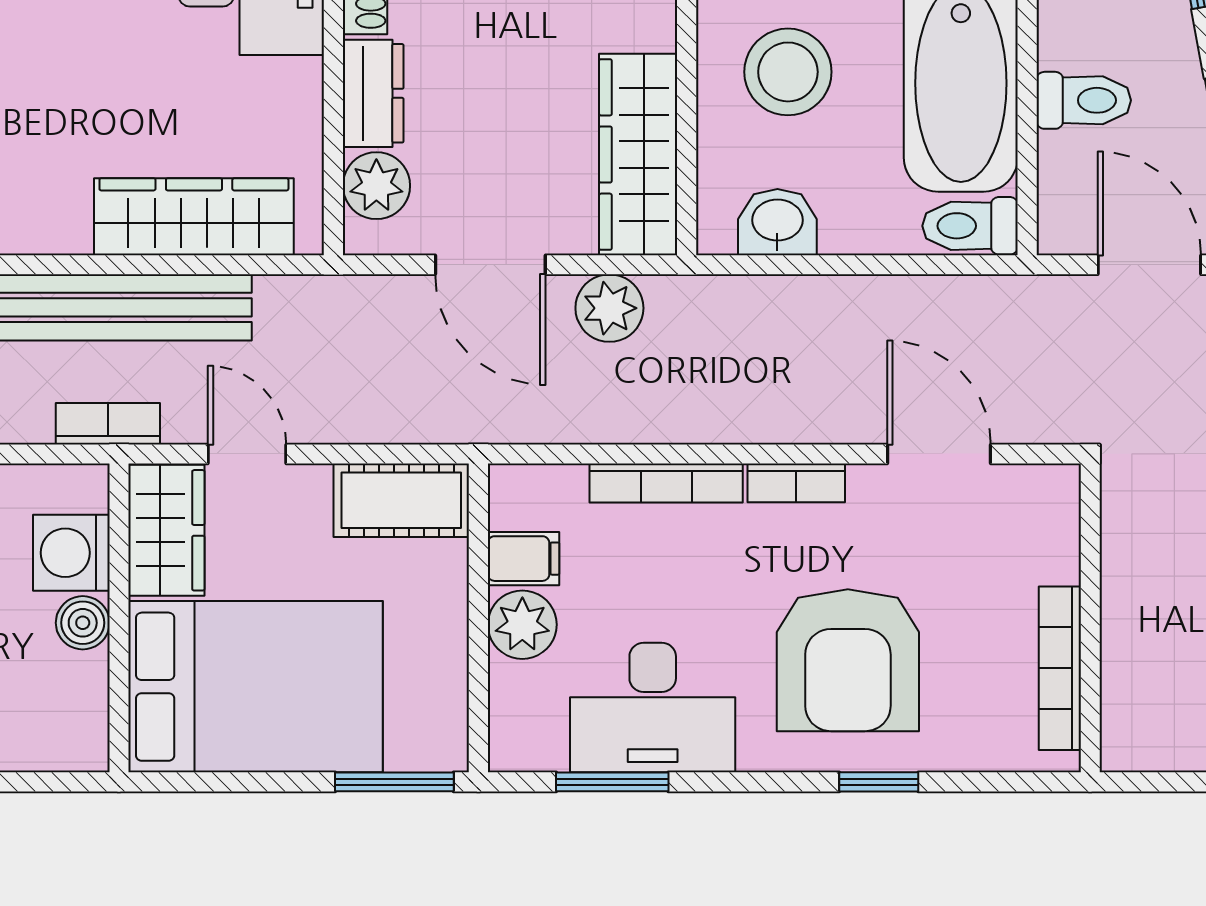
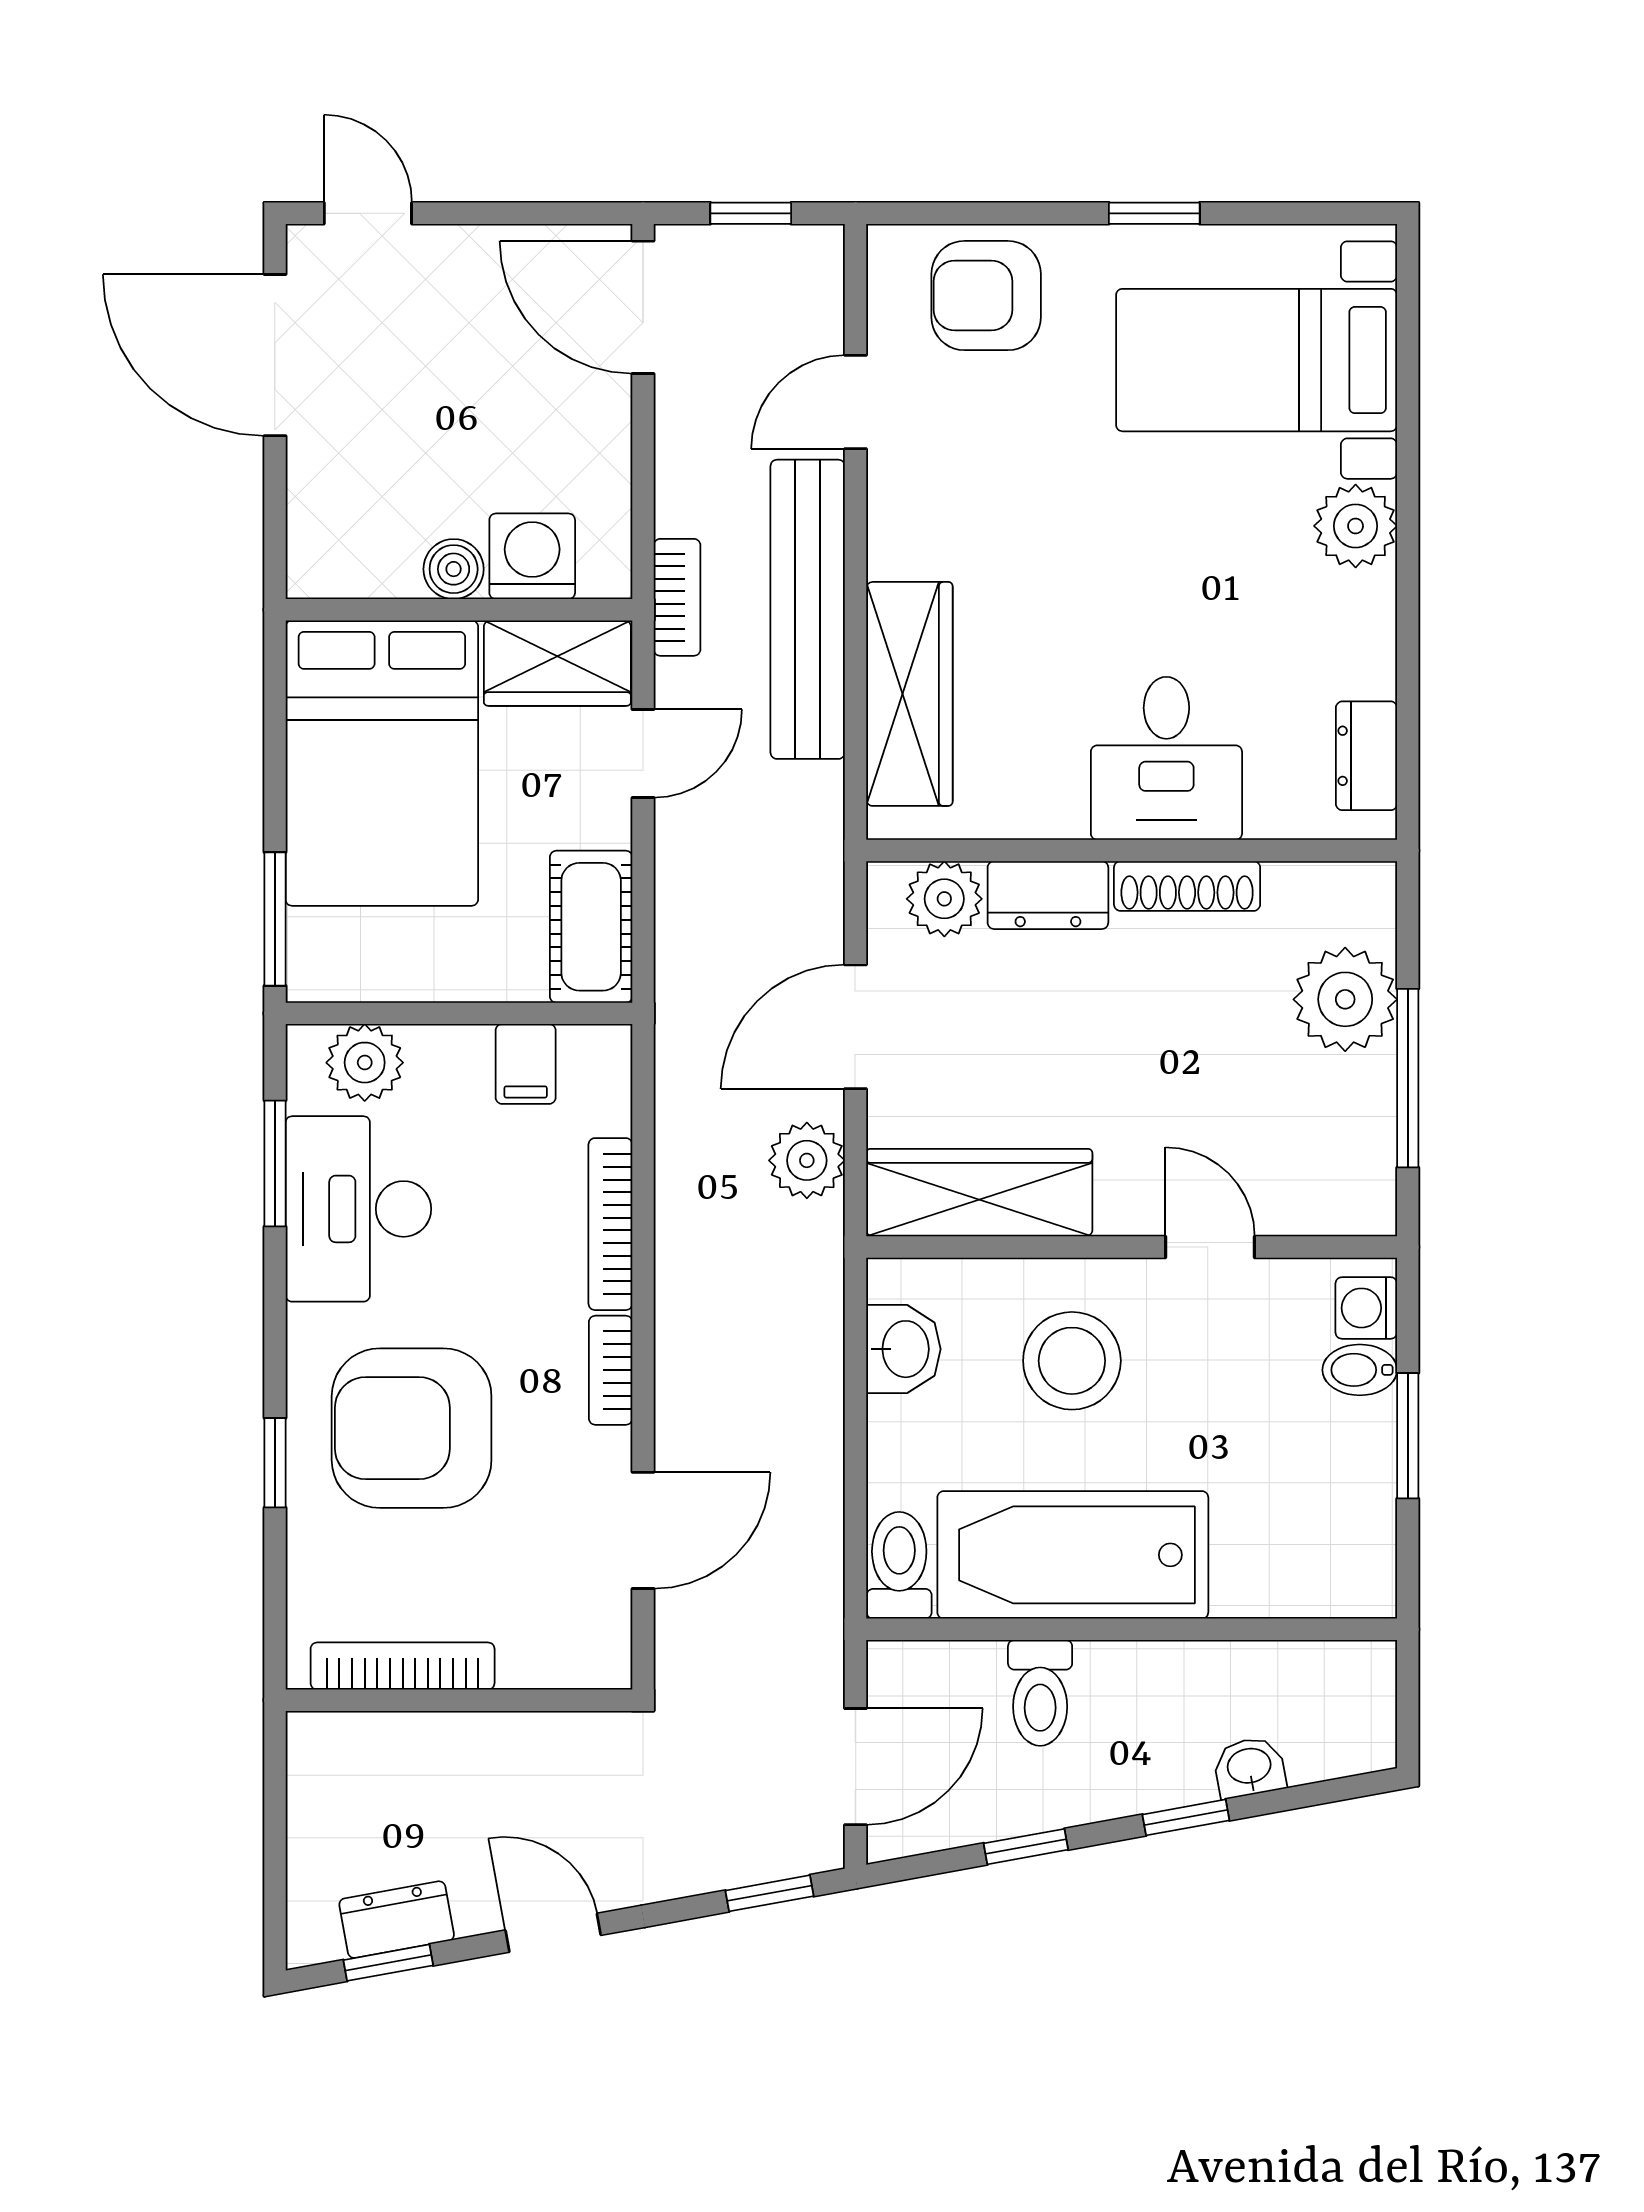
plant: (522, 625) -> (365, 1063), moved

